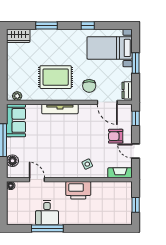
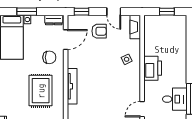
armchair: (116, 136) -> (99, 31), turned -90
door: (136, 151) -> (114, 12), hinge flipped

